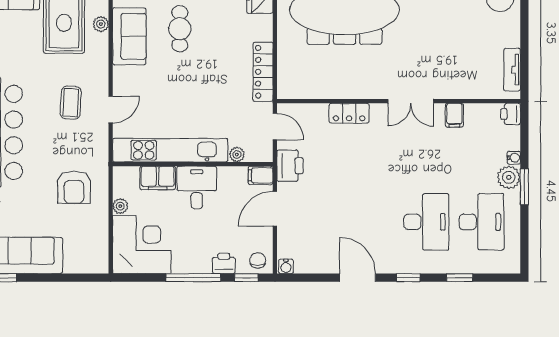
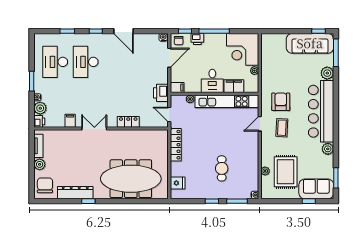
sofa: (129, 36) -> (250, 164), removed
plant: (510, 36) -> (40, 164), added
plant: (509, 177) -> (40, 108), moved
armchair: (74, 187) -> (281, 102), moved
door: (275, 209) -> (169, 58), moved

